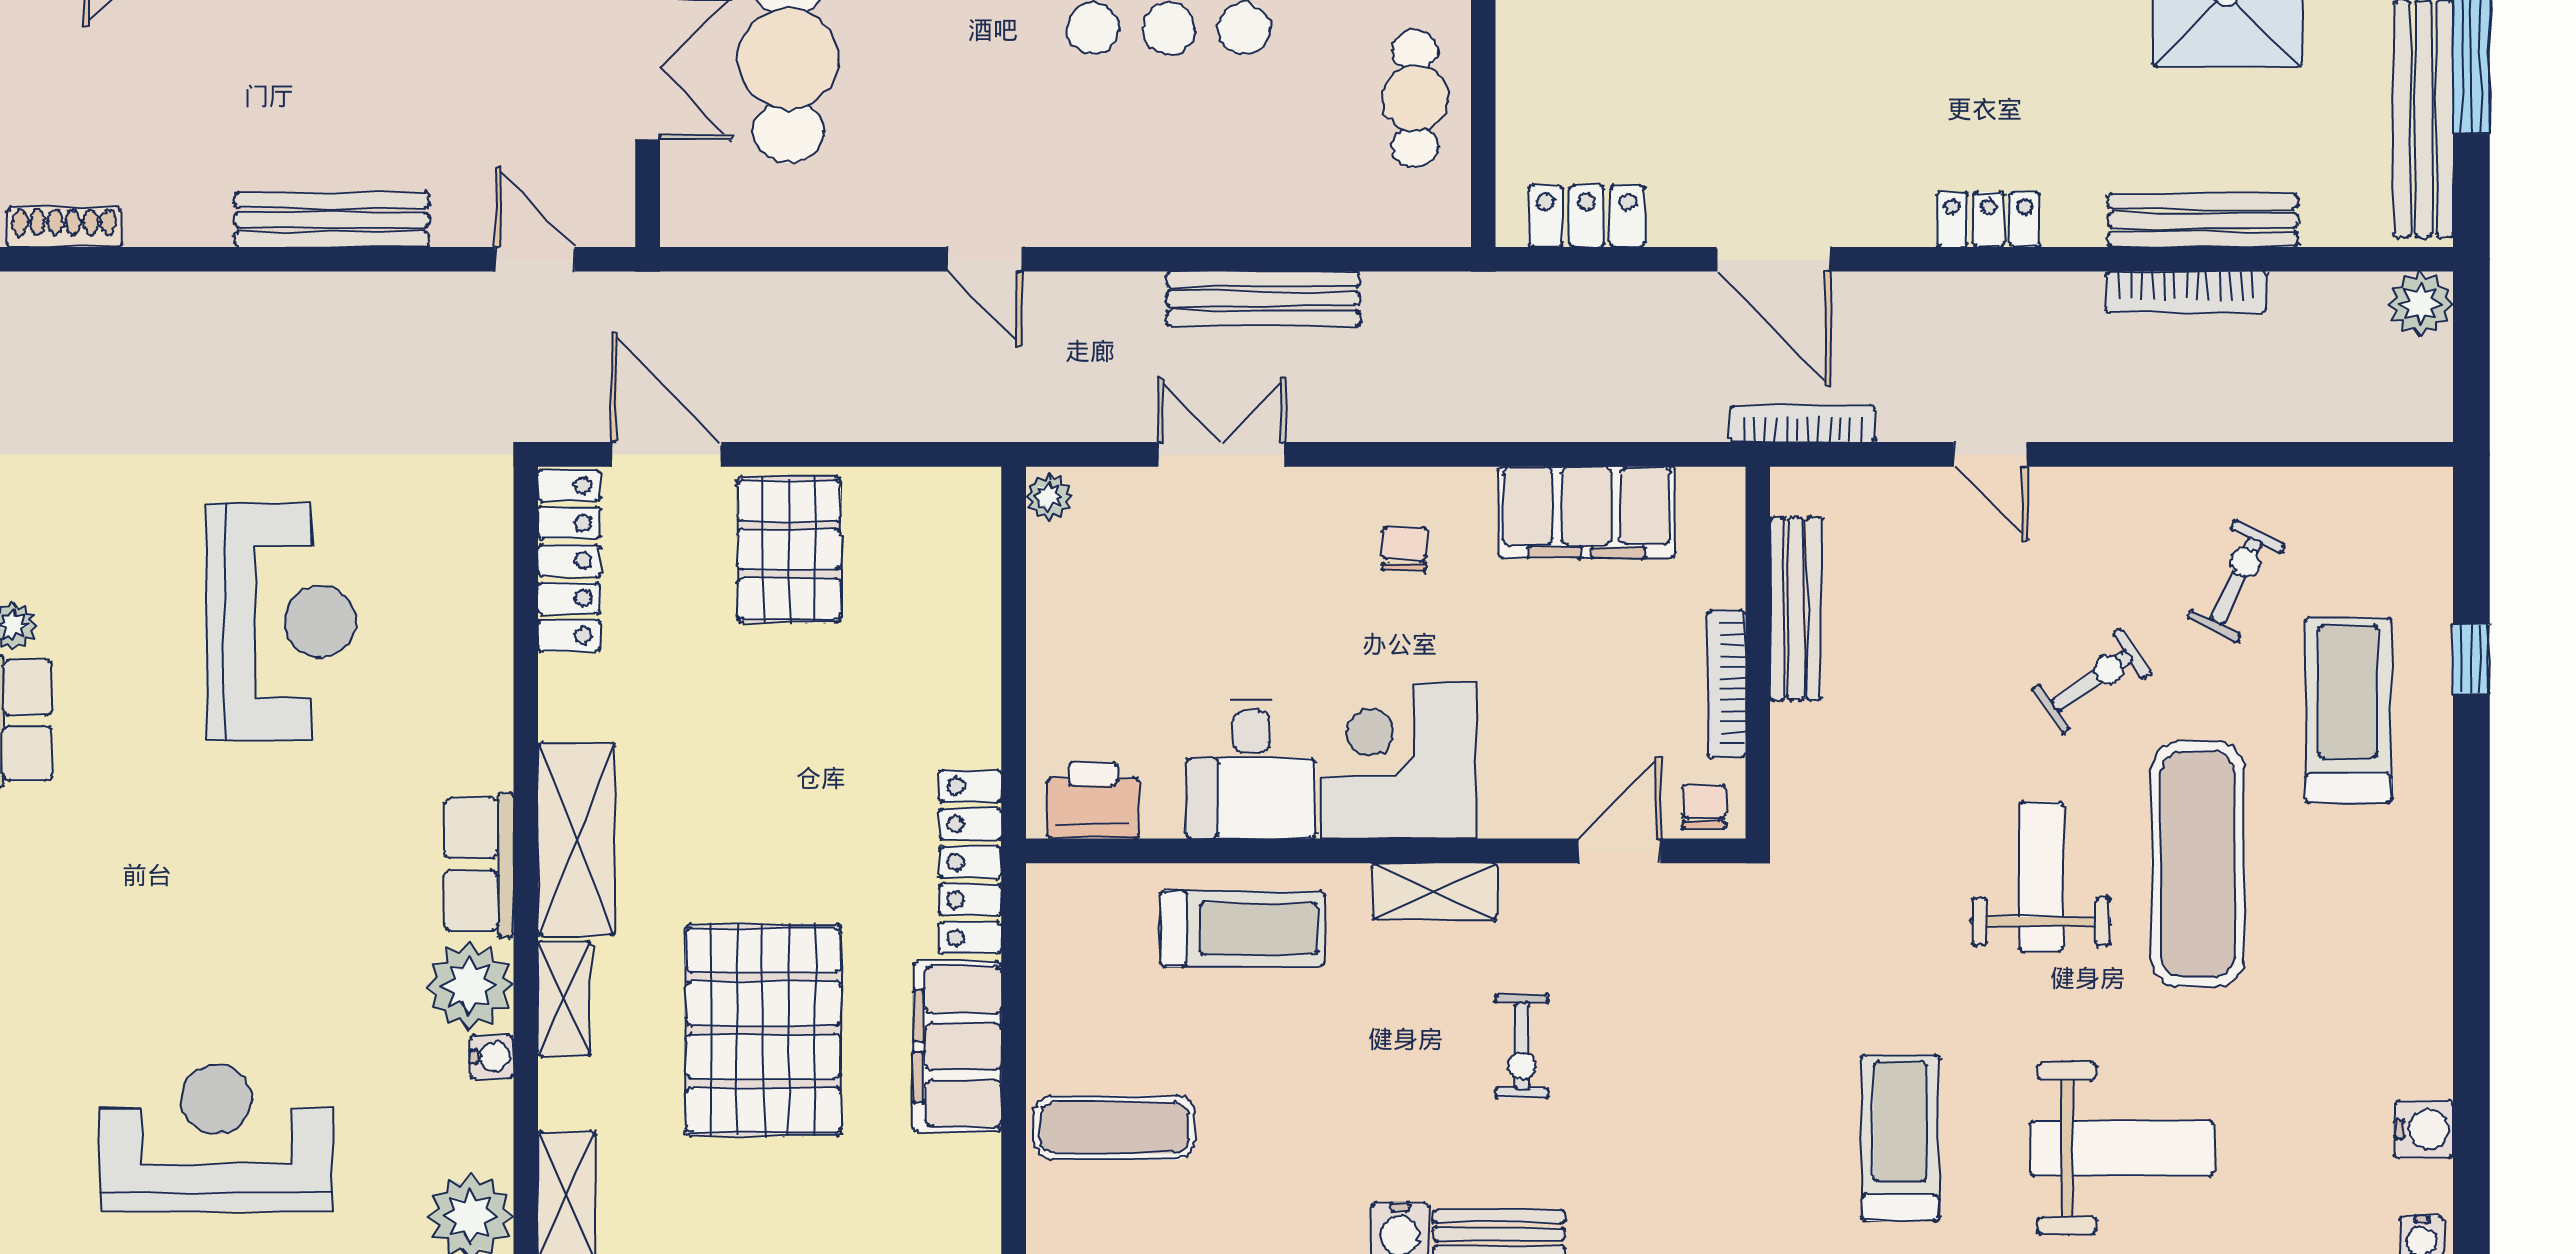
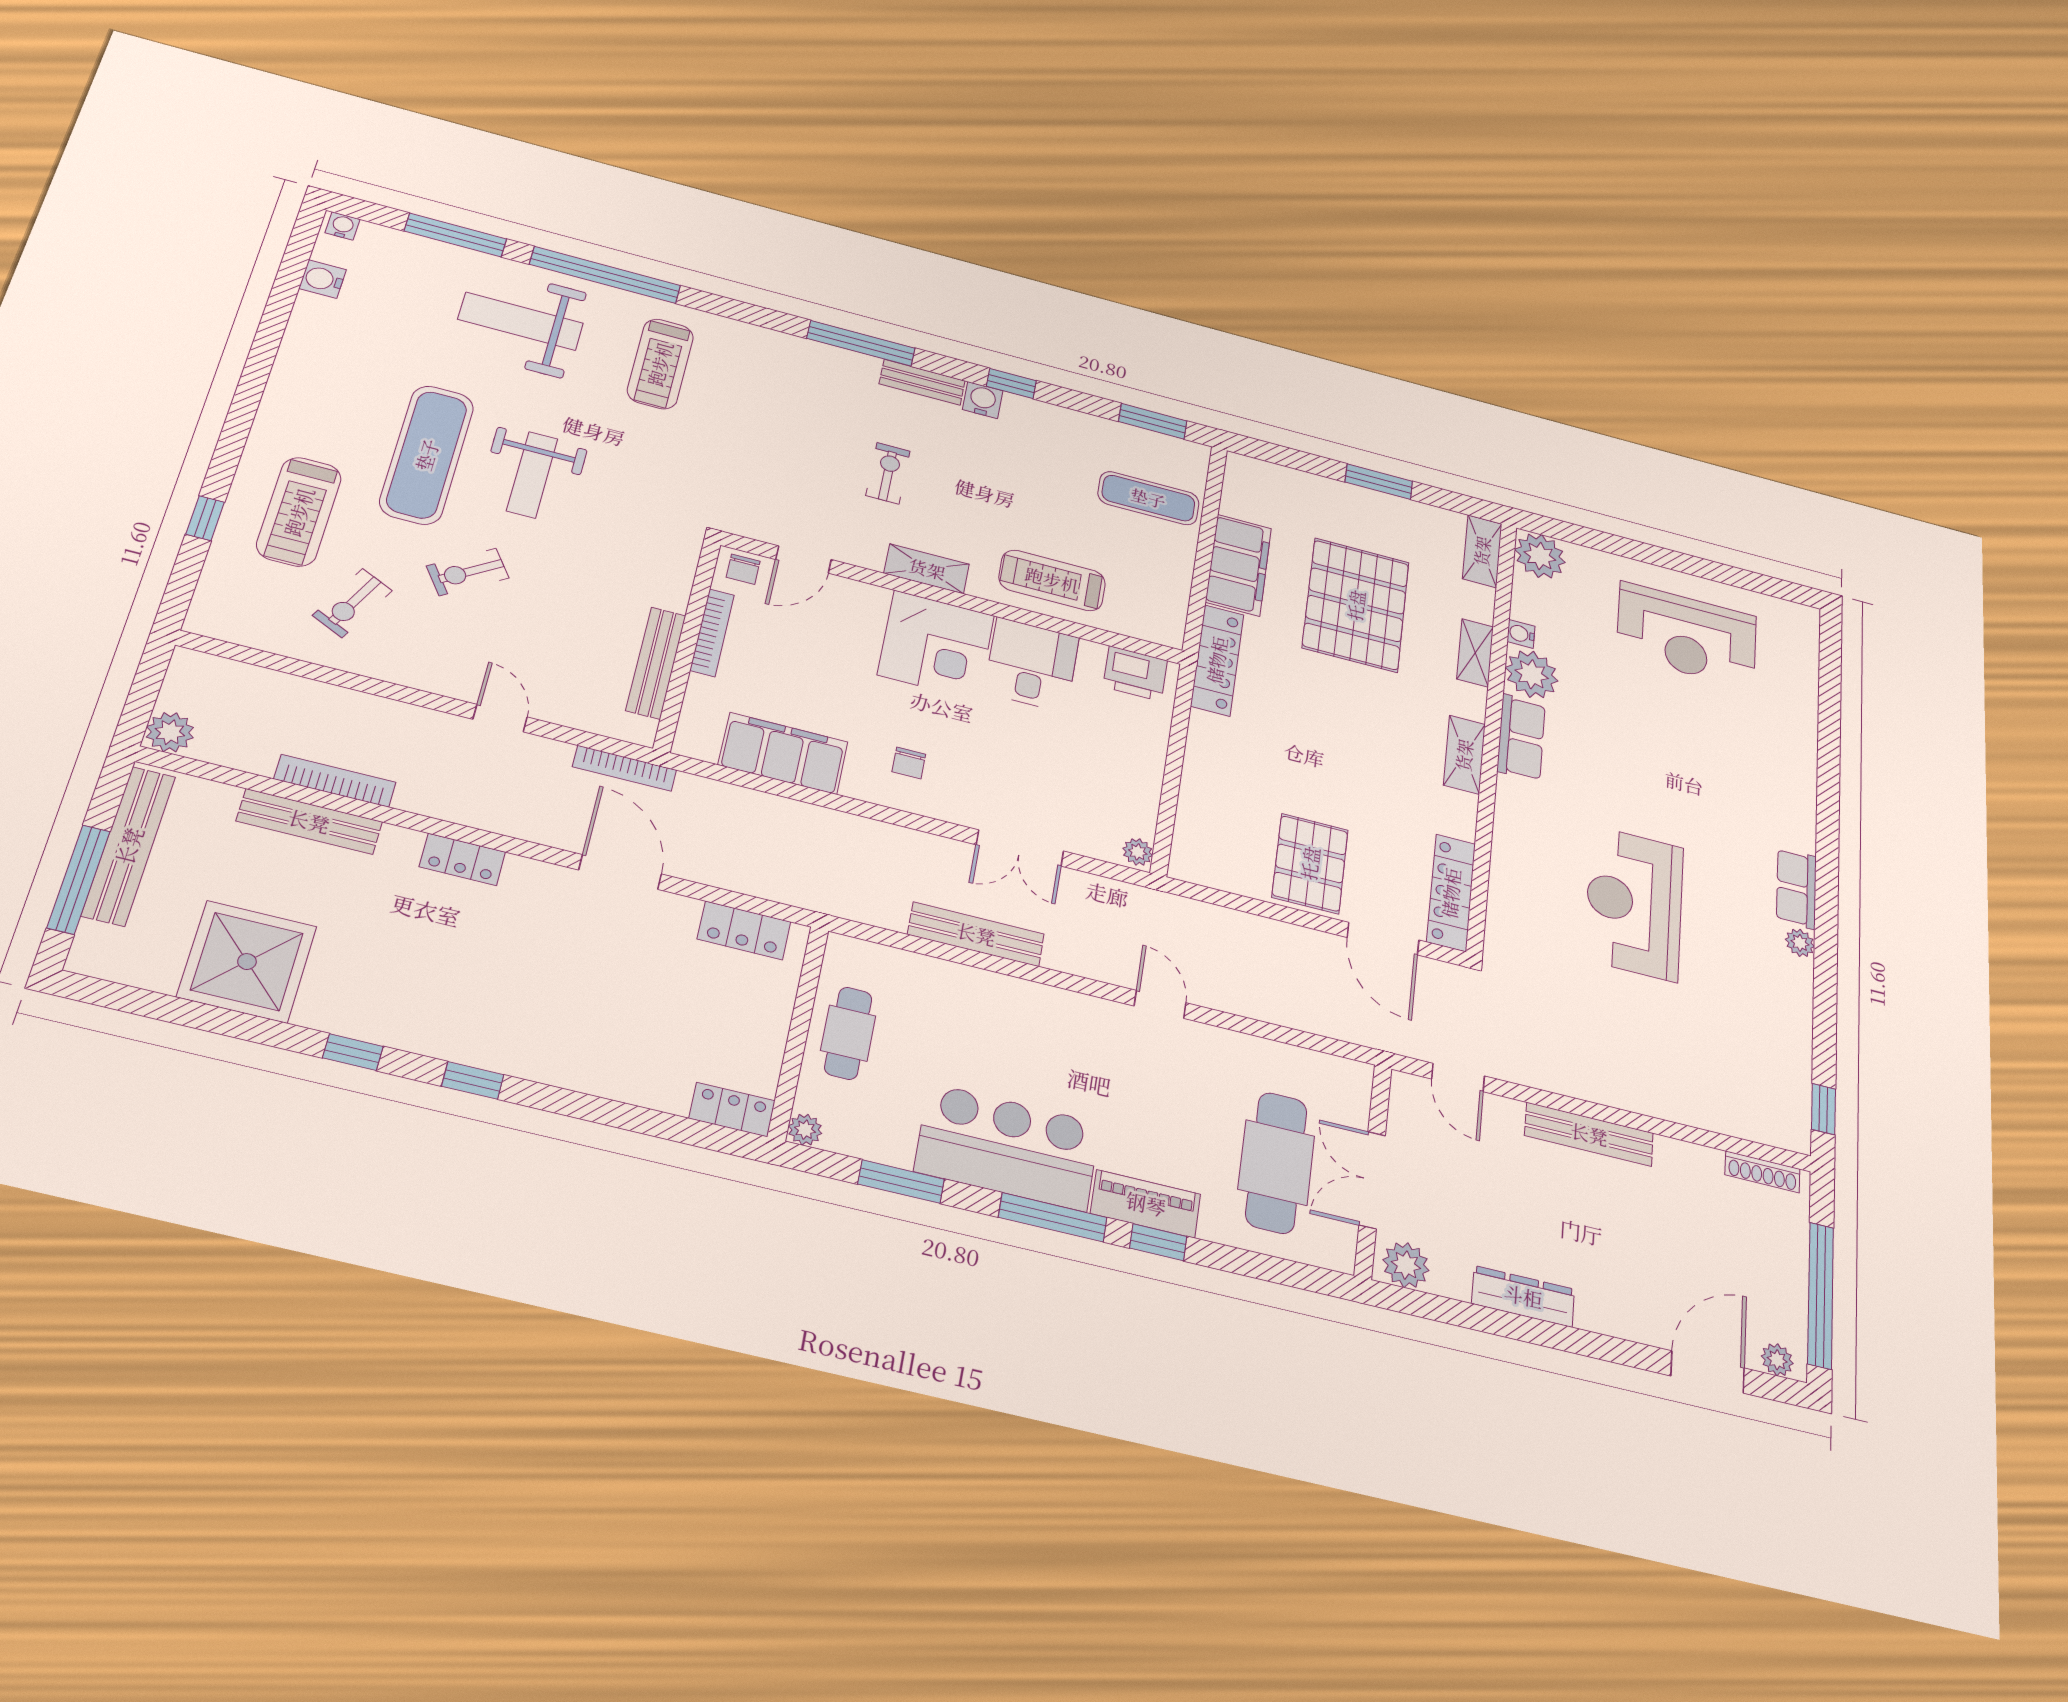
shelving: (577, 839) -> (1464, 755), width x0.67, depth x0.75

